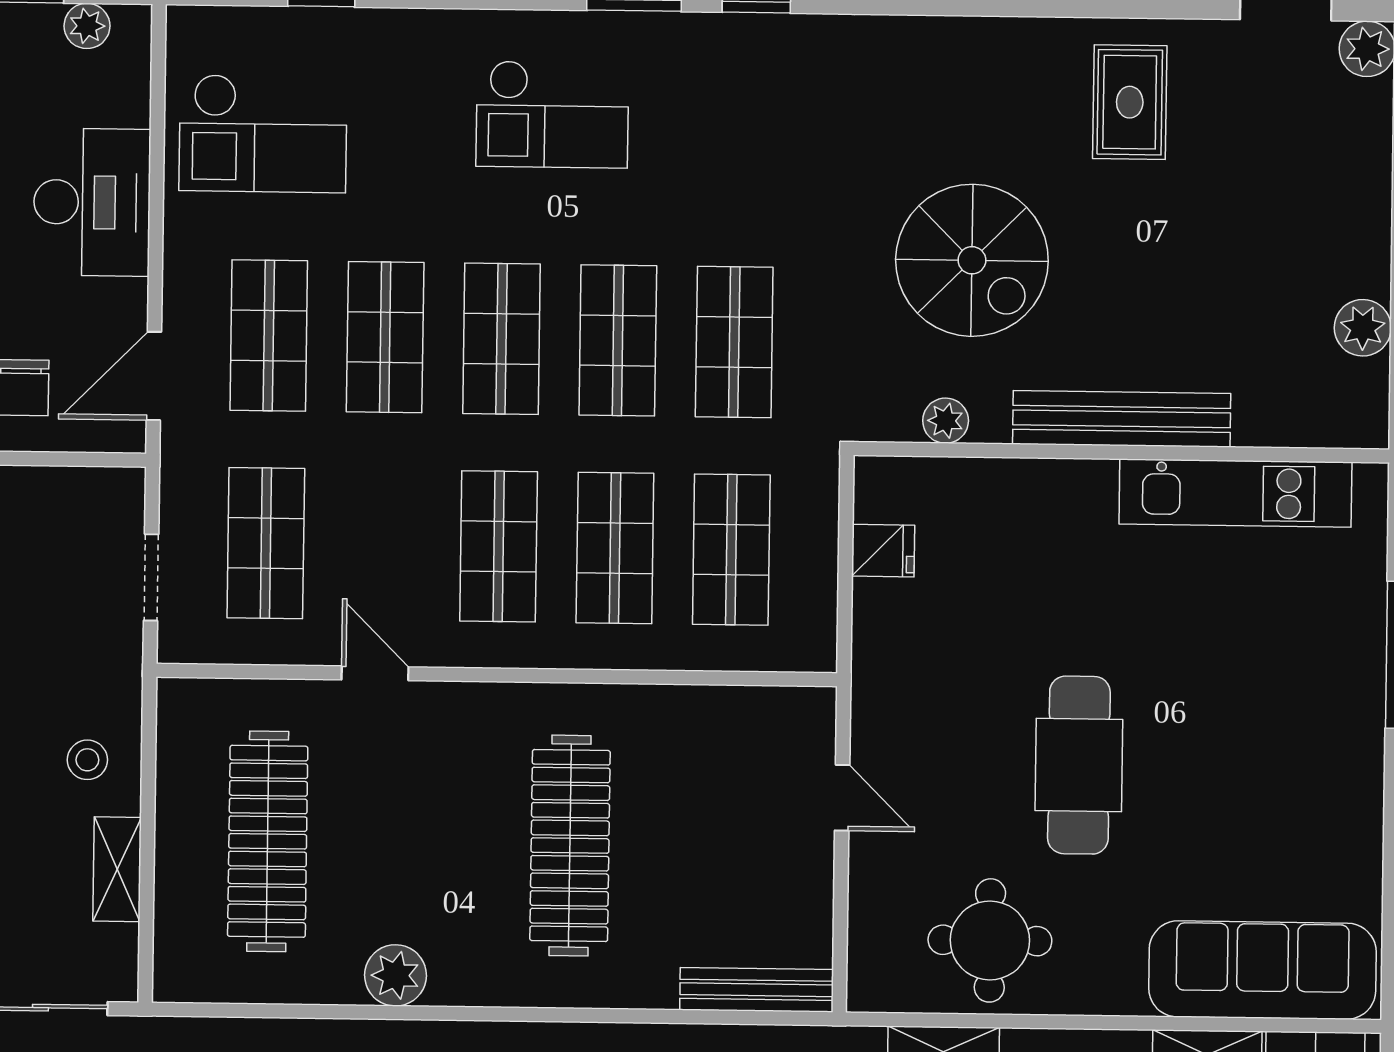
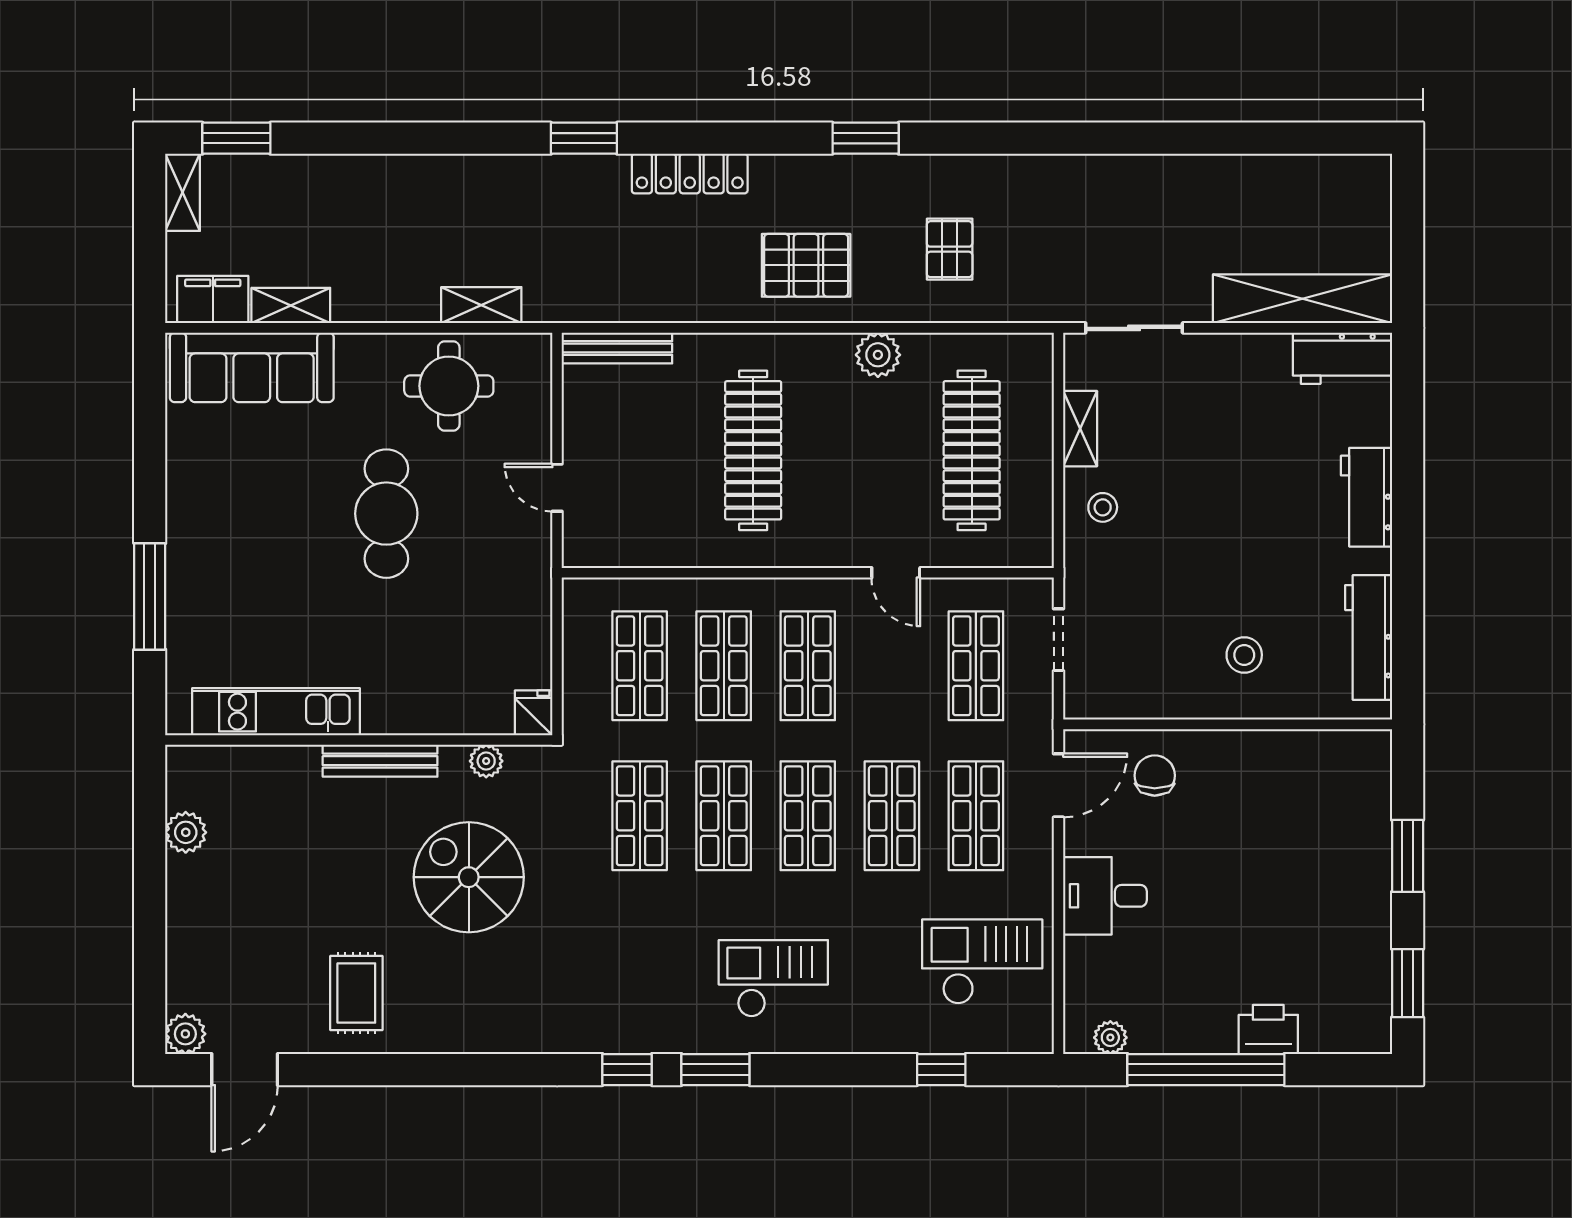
desk: (92, 202) -> (1105, 896), width x0.73
bench: (1122, 419) -> (380, 761), width x0.73, depth x0.82
fridge: (883, 551) -> (534, 713), moved, turned 90

